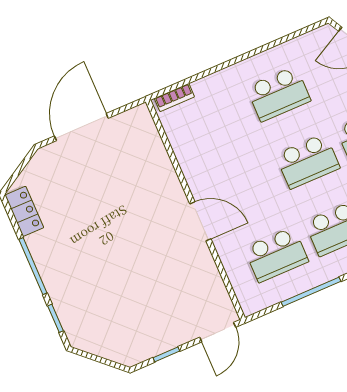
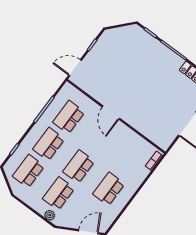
door: (200, 221) -> (111, 113), hinge flipped
door: (218, 332) -> (75, 68), hinge flipped

